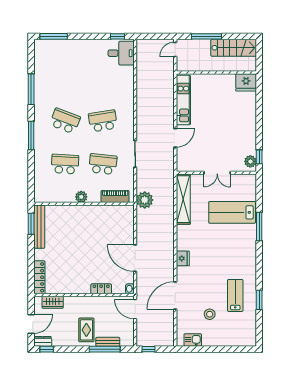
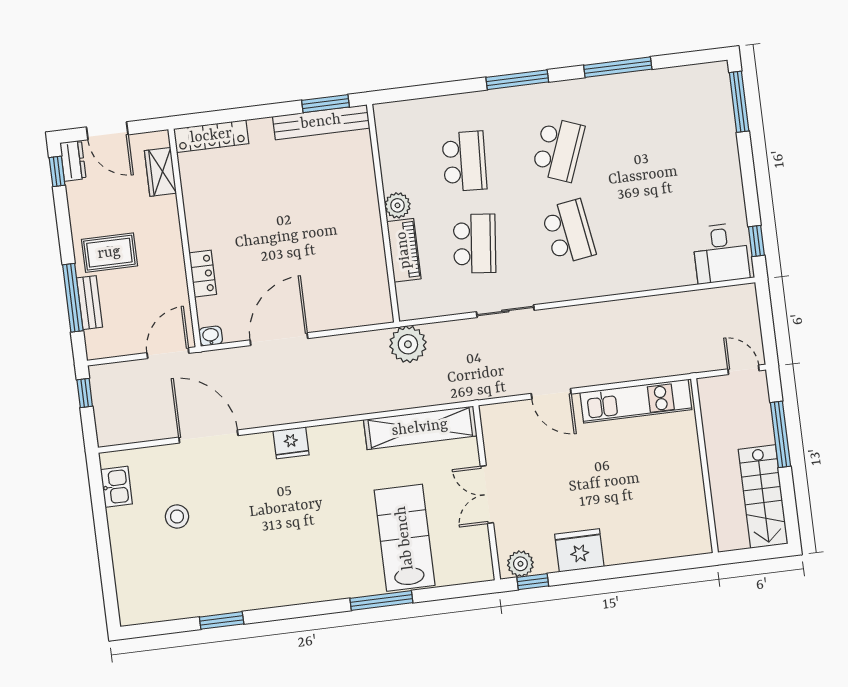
fridge: (246, 82) -> (579, 550), moved, turned 90
piano: (115, 197) -> (404, 250), moved
lab bench: (235, 295) -> (225, 567), removed

